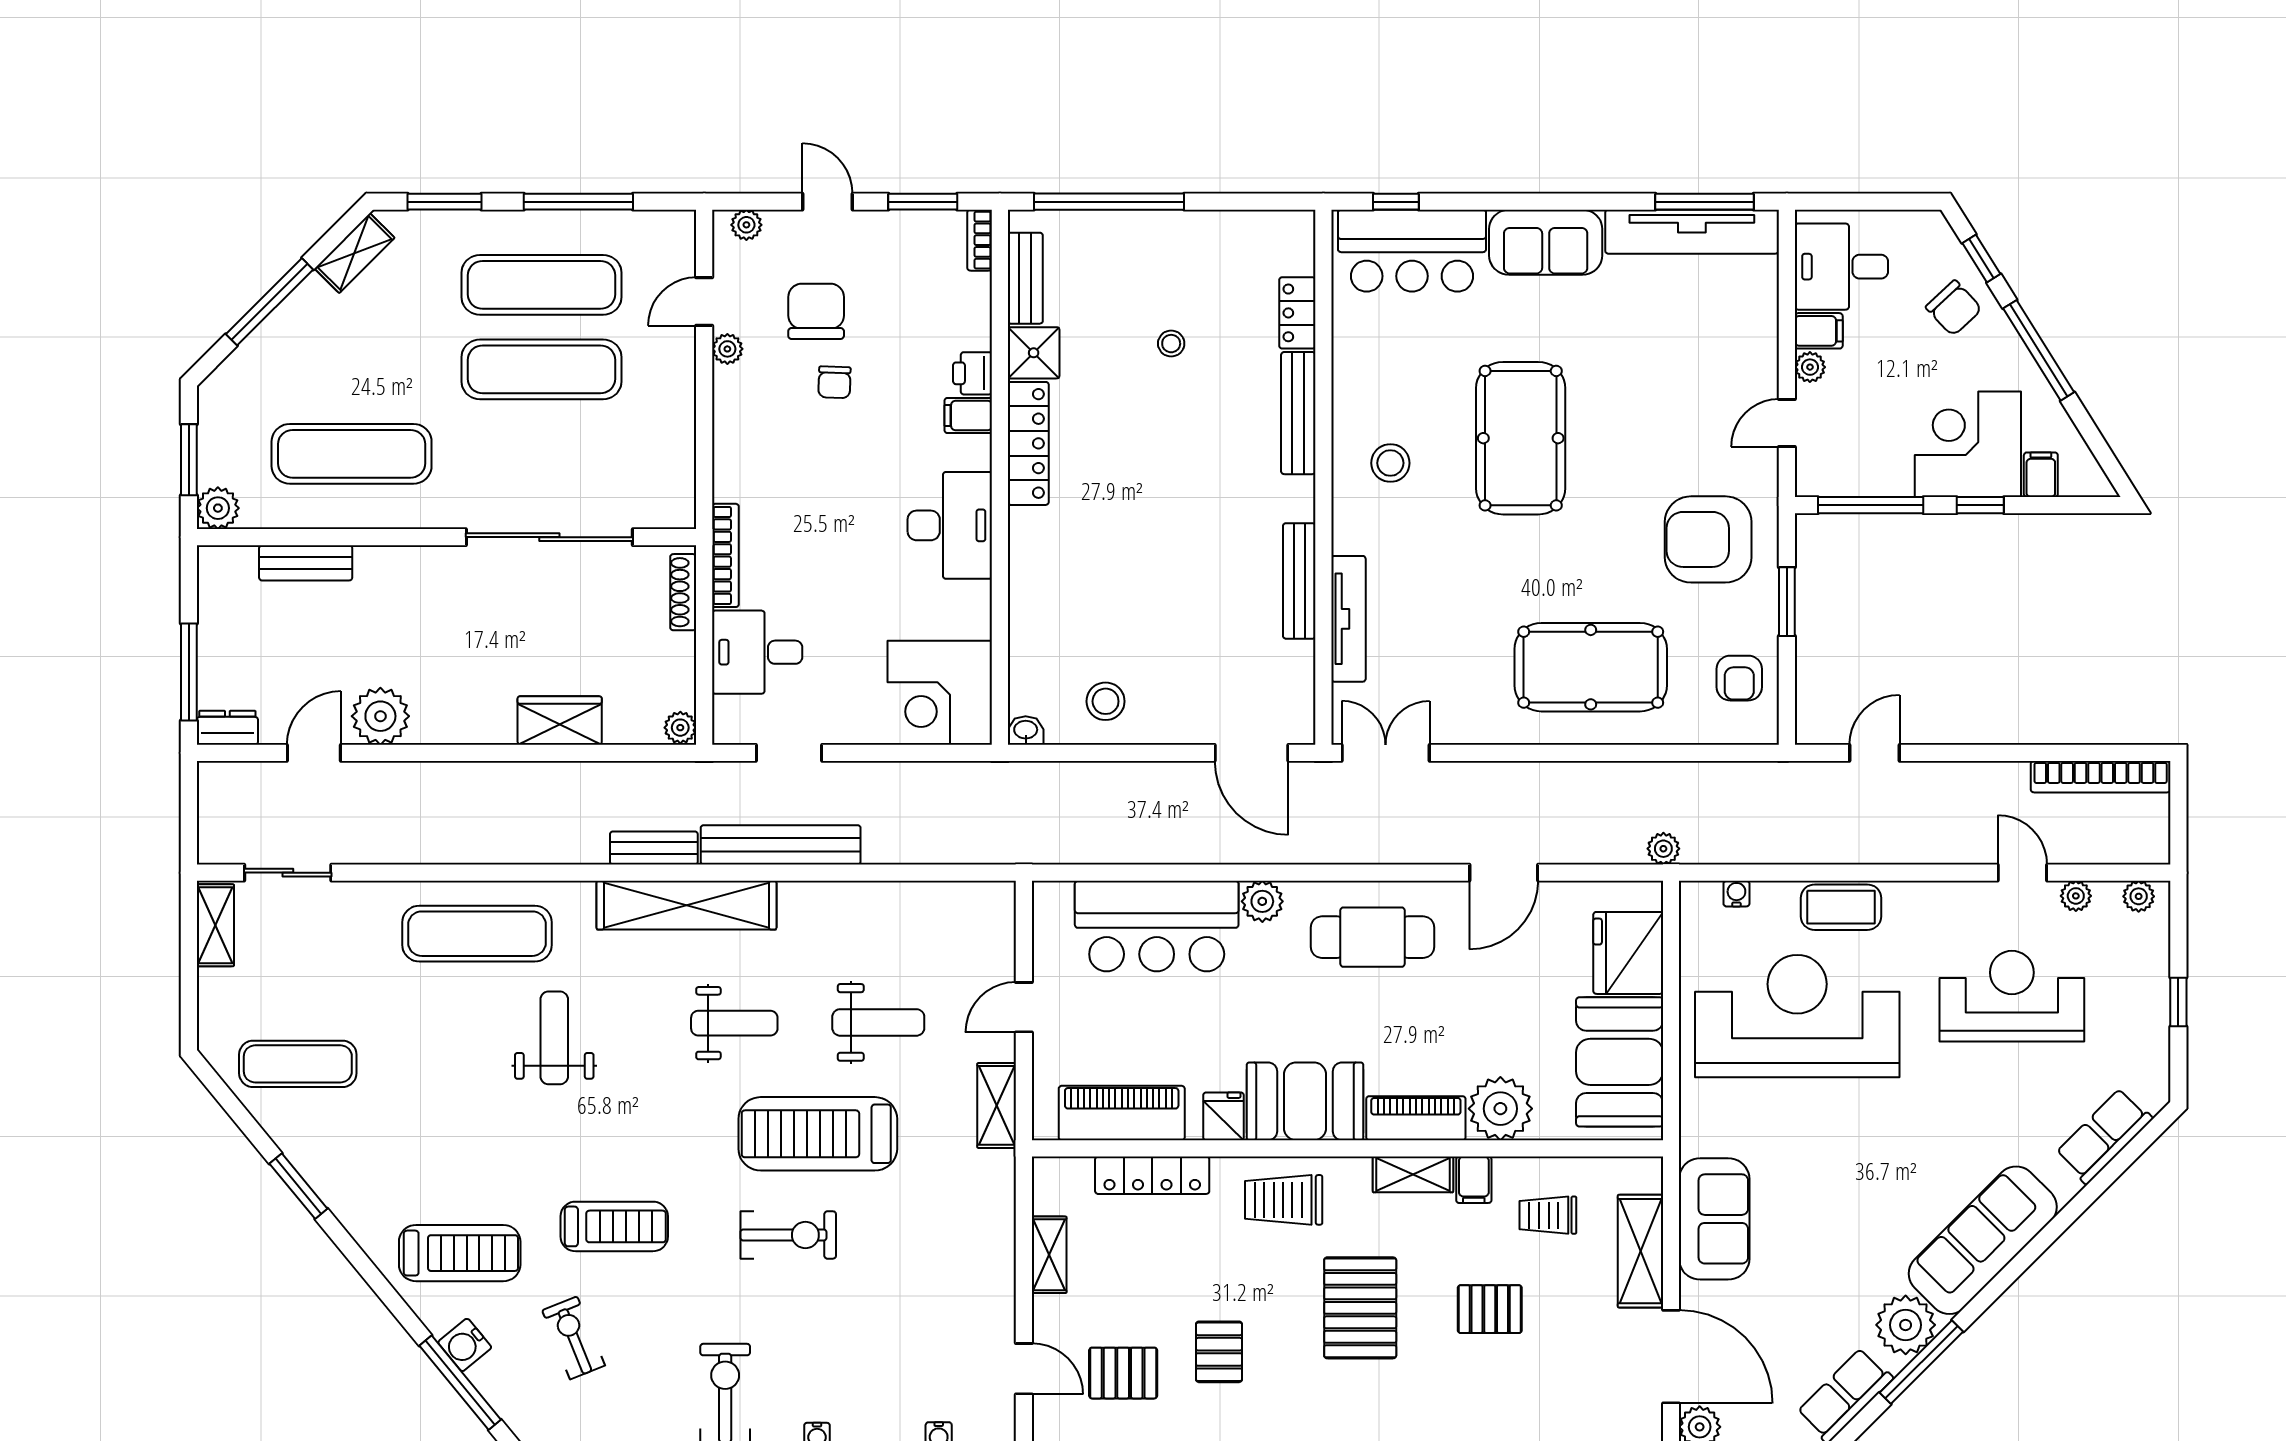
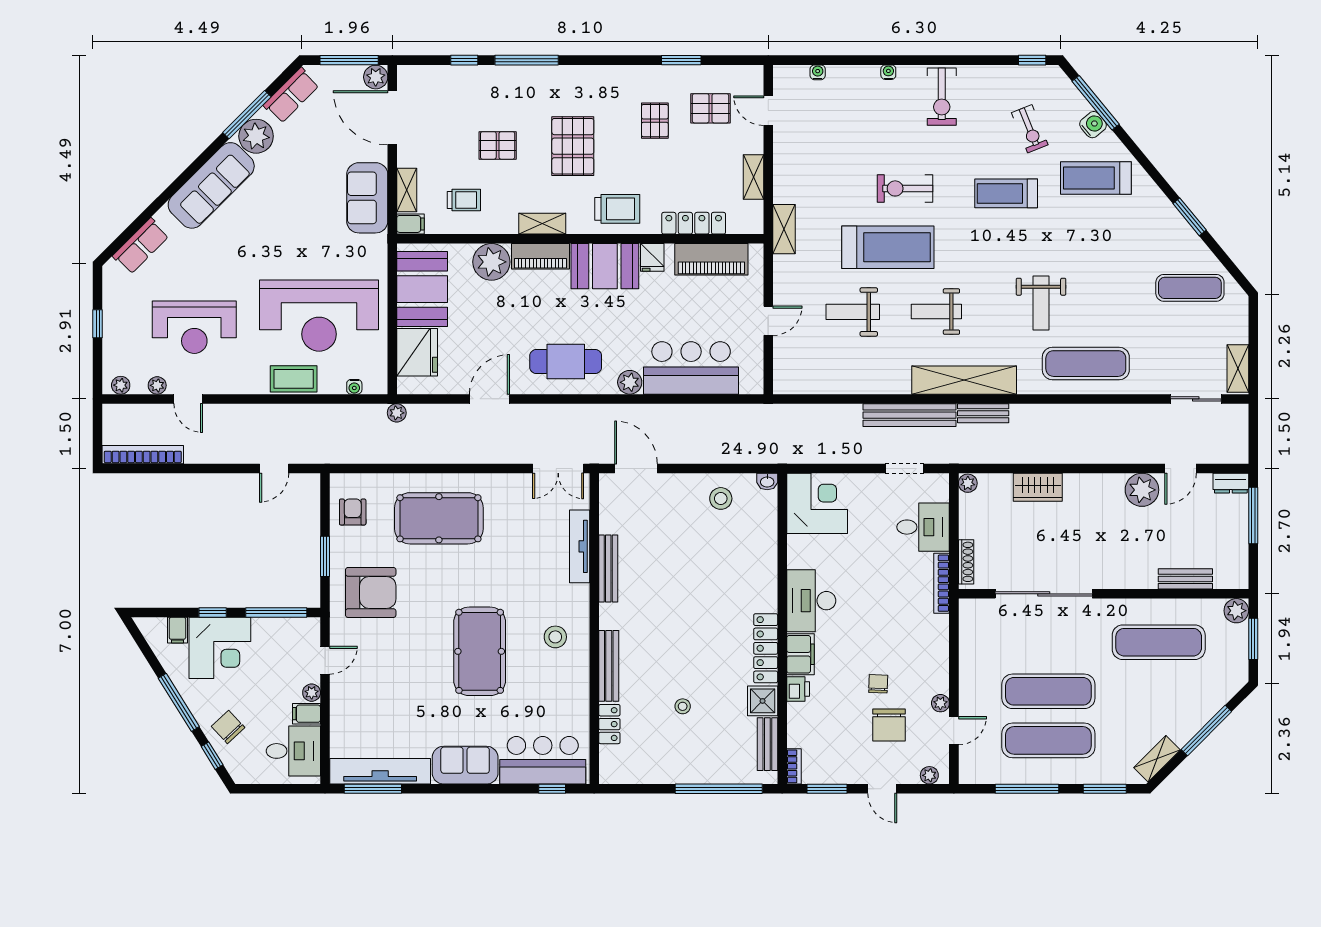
filing cabinet: (968, 416) -> (801, 654), width x2.00
shelving: (997, 1105) -> (784, 229), moved
filing cabinet: (1474, 1180) -> (411, 224), moved, turned 90
shelving: (1640, 1251) -> (407, 190), width x0.67, depth x0.75

